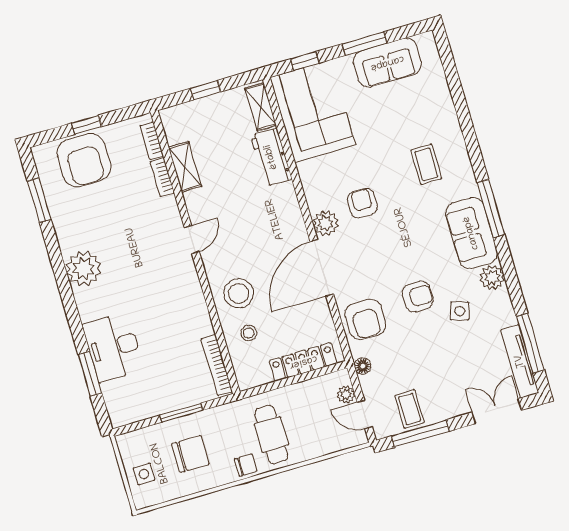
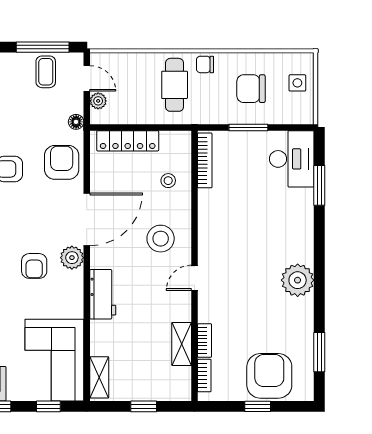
workbench: (271, 157) -> (103, 294), moved
stool: (239, 293) -> (161, 239), moved
desk: (113, 347) -> (292, 159), moved

